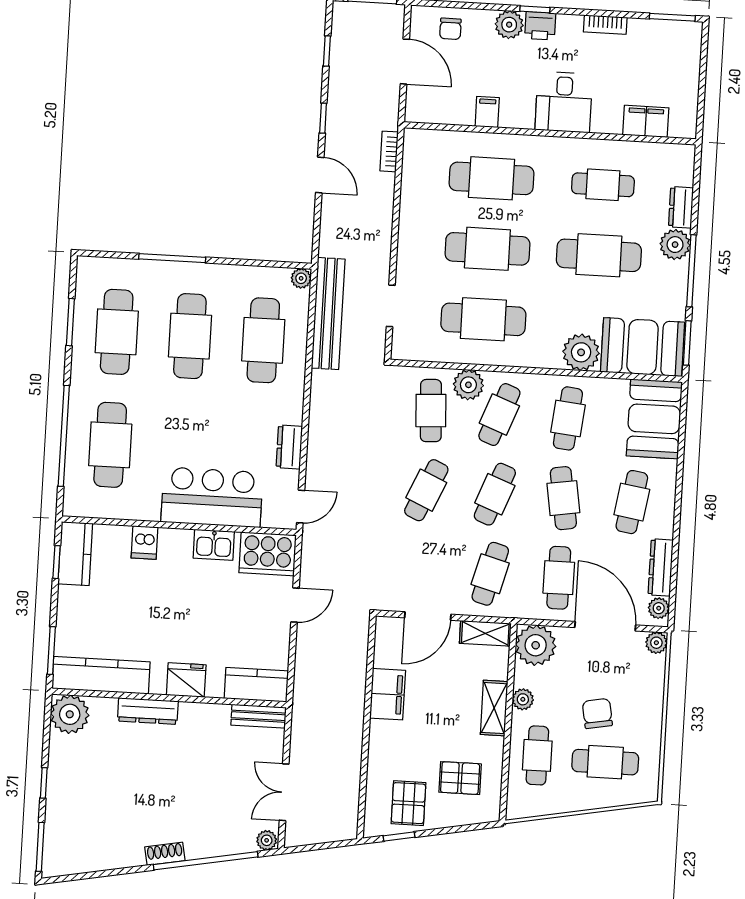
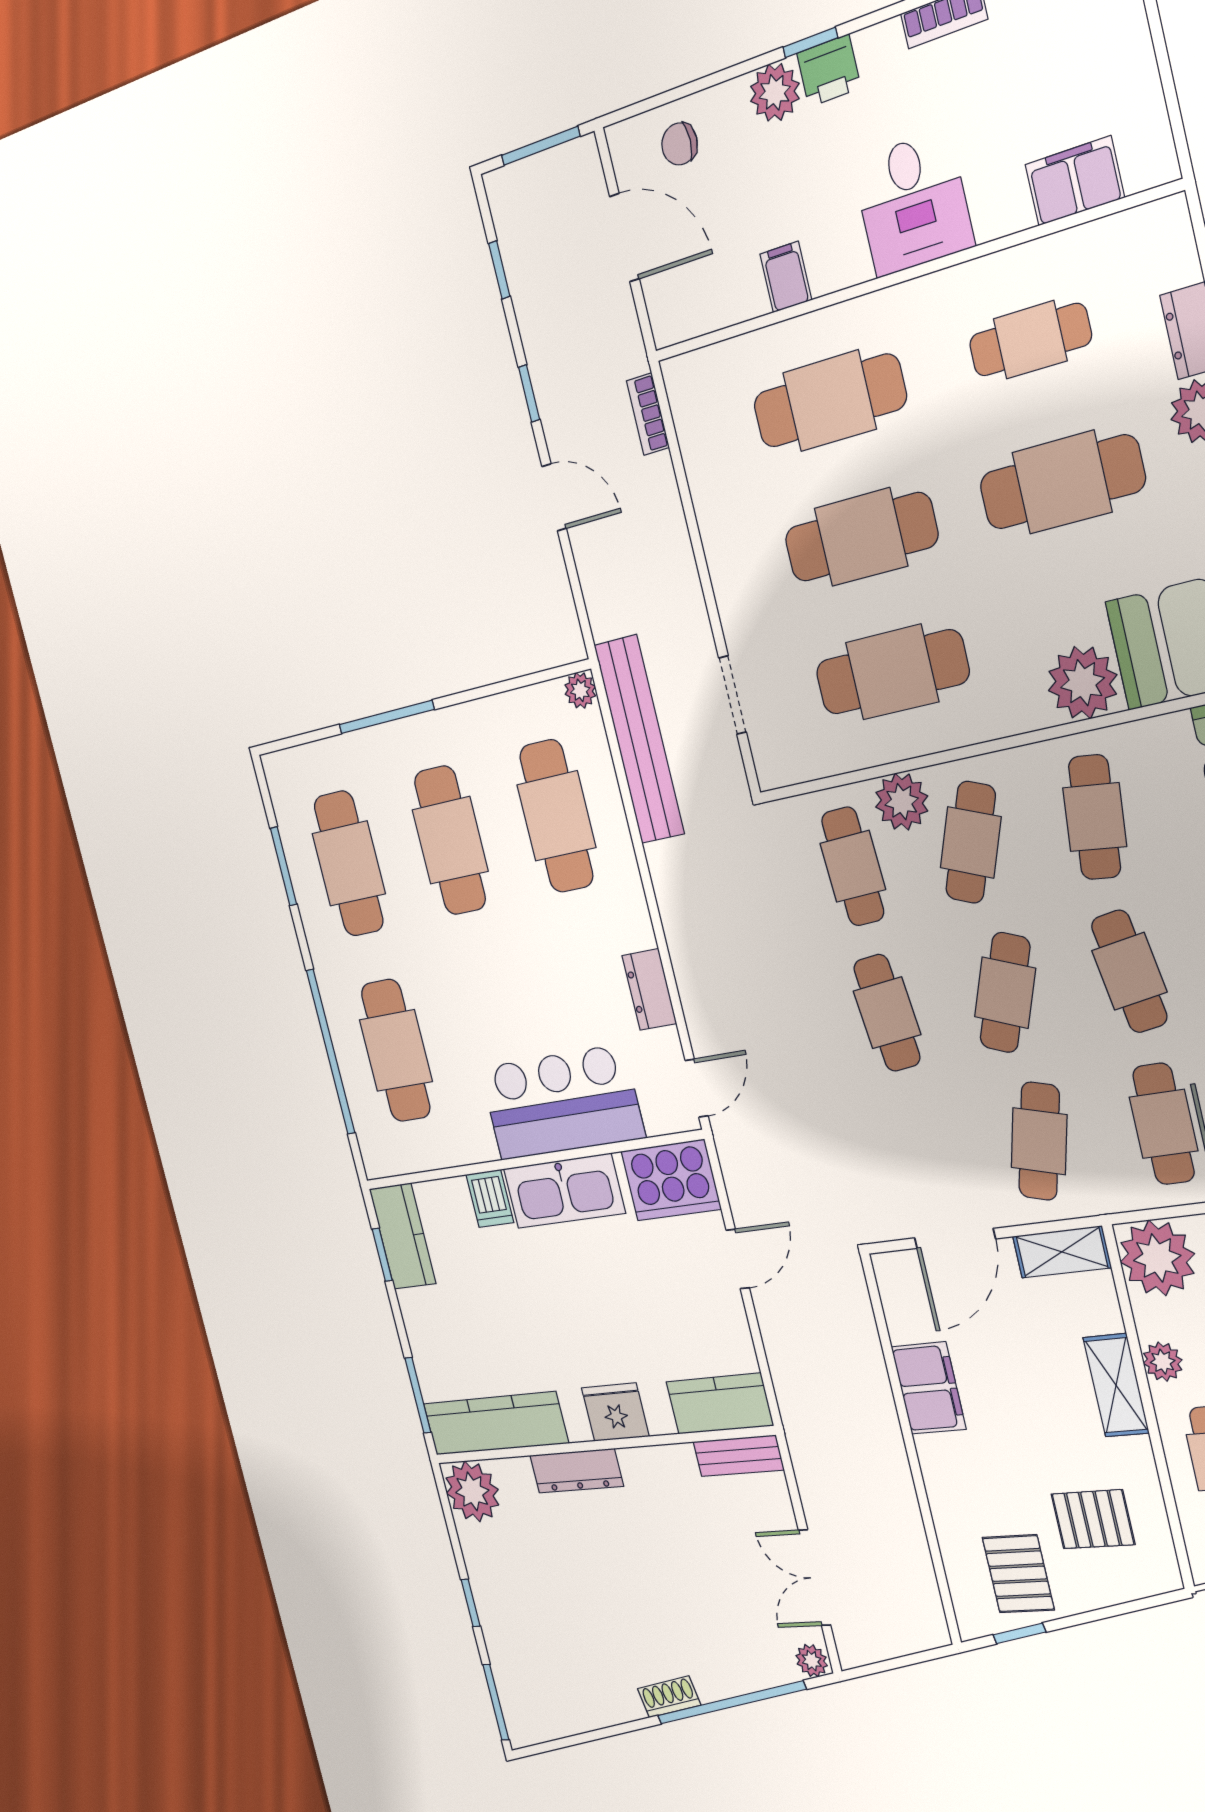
chair: (450, 29) -> (679, 144), turned 90
cafe table: (426, 490) -> (887, 1013), turned -30
kitchen sink: (214, 545) -> (564, 1191), width x1.88, depth x1.24

